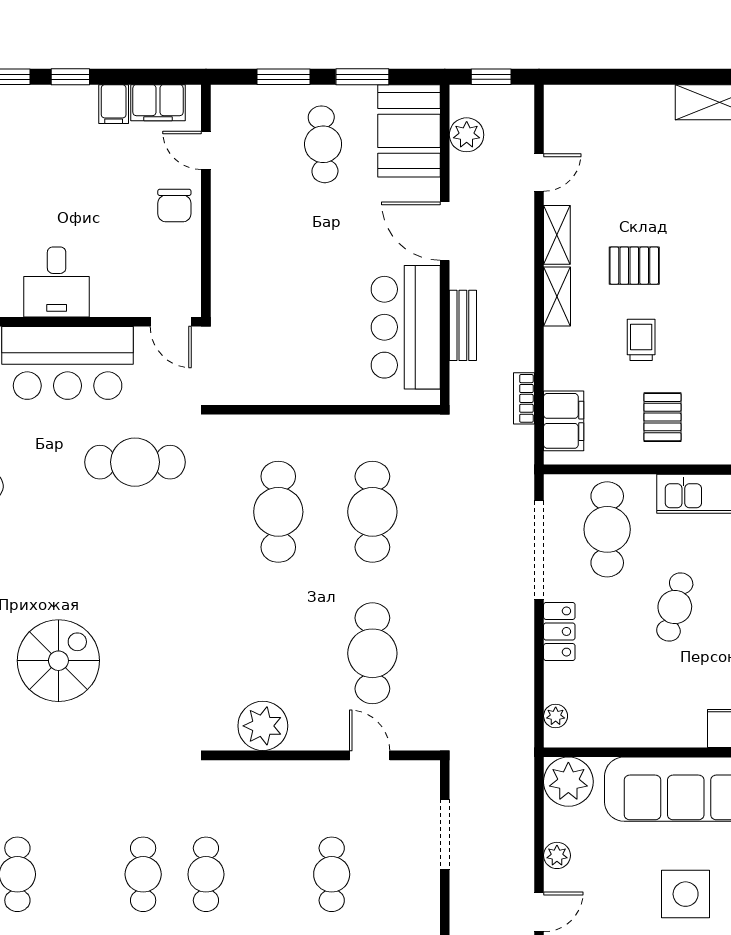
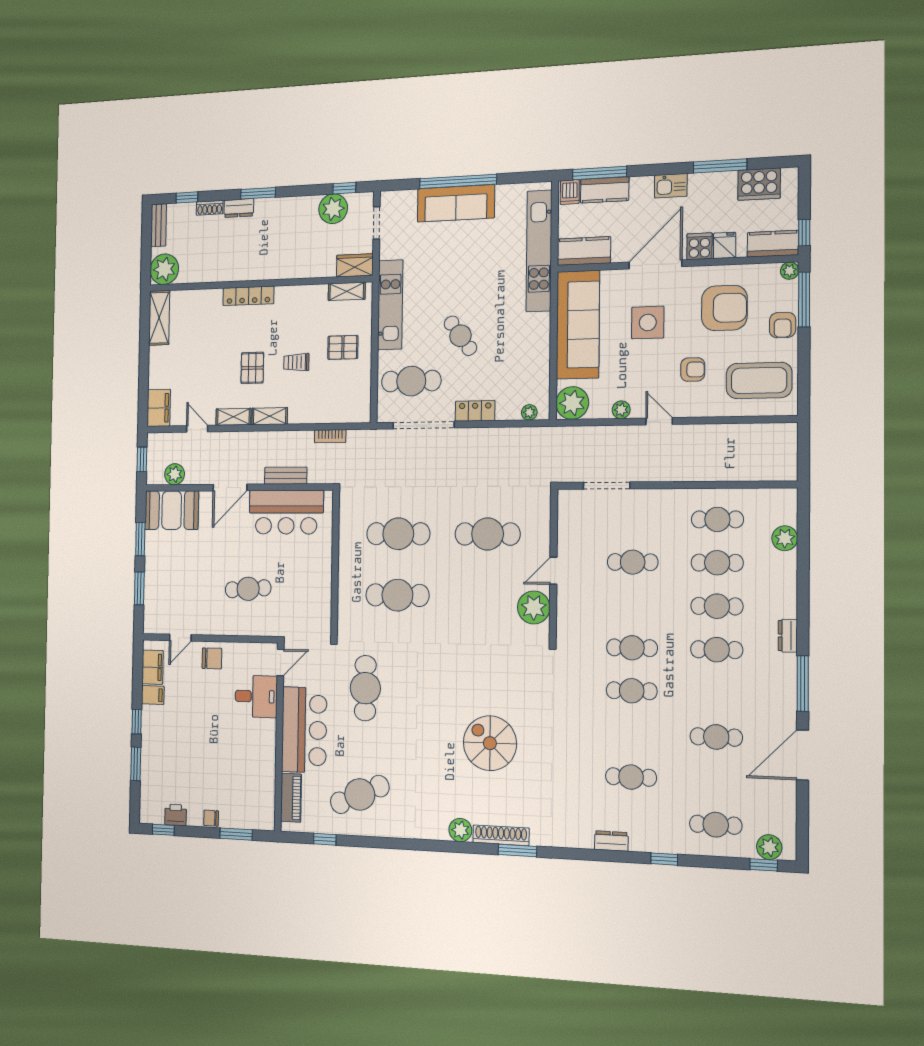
cafe table: (323, 144) -> (248, 589), moved
desk: (57, 282) -> (256, 696), moved
filing cabinet: (564, 421) -> (159, 408), moved, turned 90
cafe table: (675, 607) -> (460, 336), turned 39
door: (370, 755) -> (553, 571), moved

